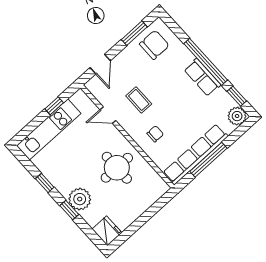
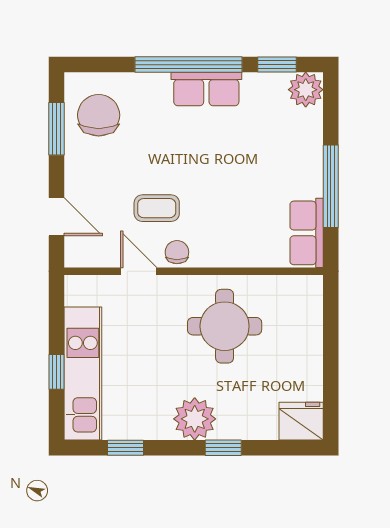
window: (54, 106) -> (57, 372), moved
door: (108, 115) -> (139, 271), swing flipped
chair: (155, 134) -> (177, 252), moved
row of seats: (196, 154) -> (307, 233), width x0.50
window: (45, 183) -> (126, 448), moved
plant: (80, 199) -> (195, 419), moved

